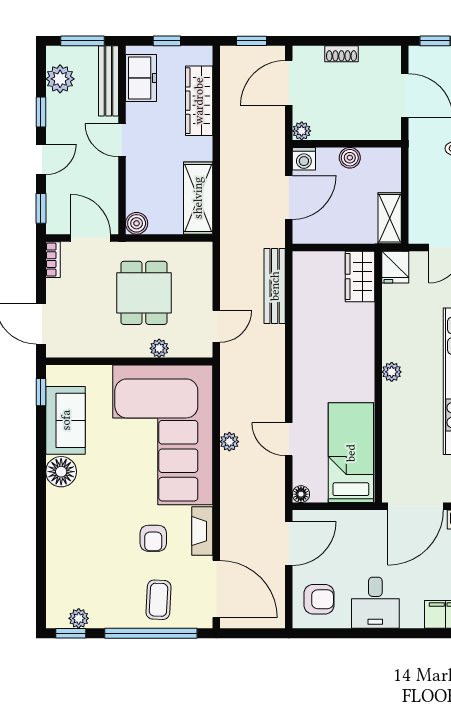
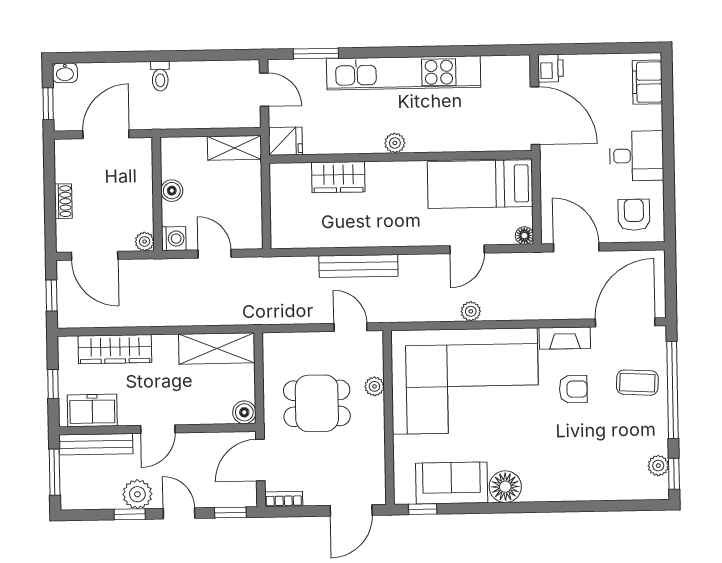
plant: (60, 79) -> (137, 494), moved
door: (289, 198) -> (215, 254), width x0.73
wardrobe: (360, 276) -> (338, 177), moved
bench: (275, 286) -> (358, 266), moved

